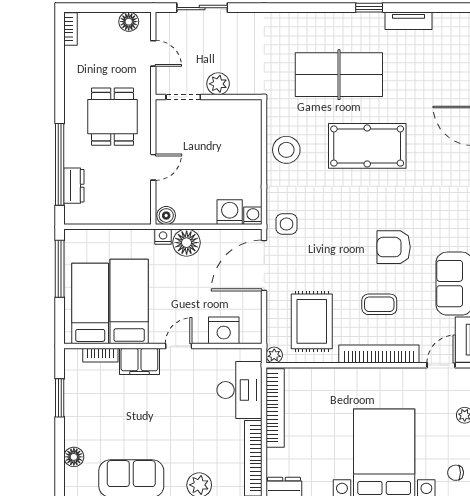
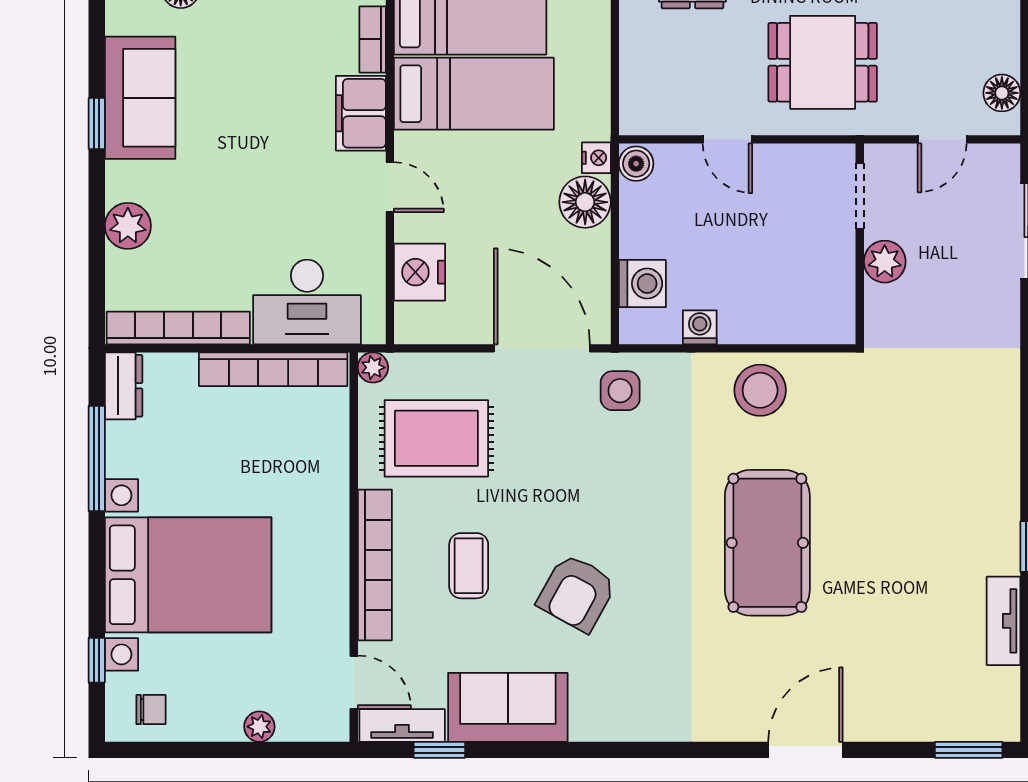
table tennis table: (339, 75) -> (902, 490), removed
washing machine: (253, 216) -> (700, 327), moved, turned -90
armchair: (394, 247) -> (577, 593), turned -151
chair: (456, 473) -> (151, 710), turned 90

